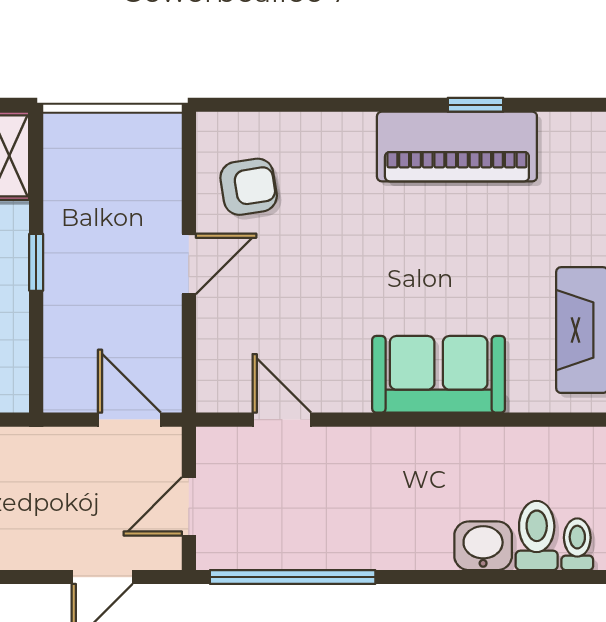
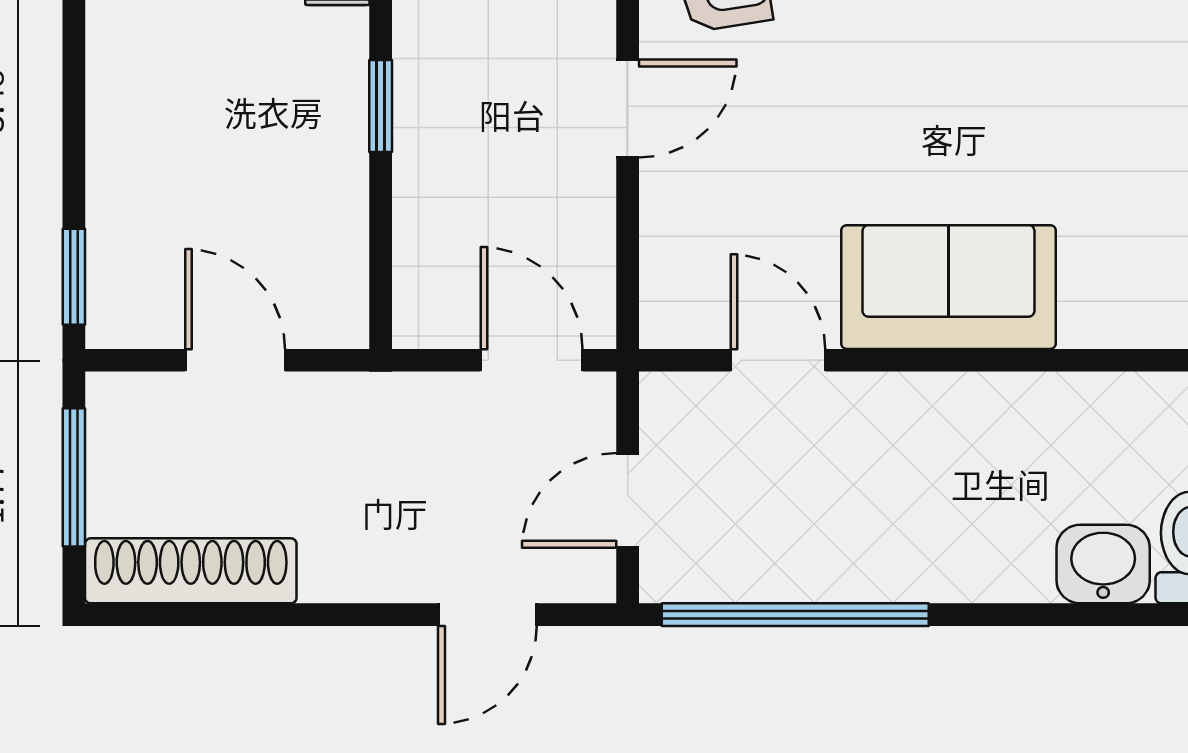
sofa: (439, 374) -> (948, 287), moved

